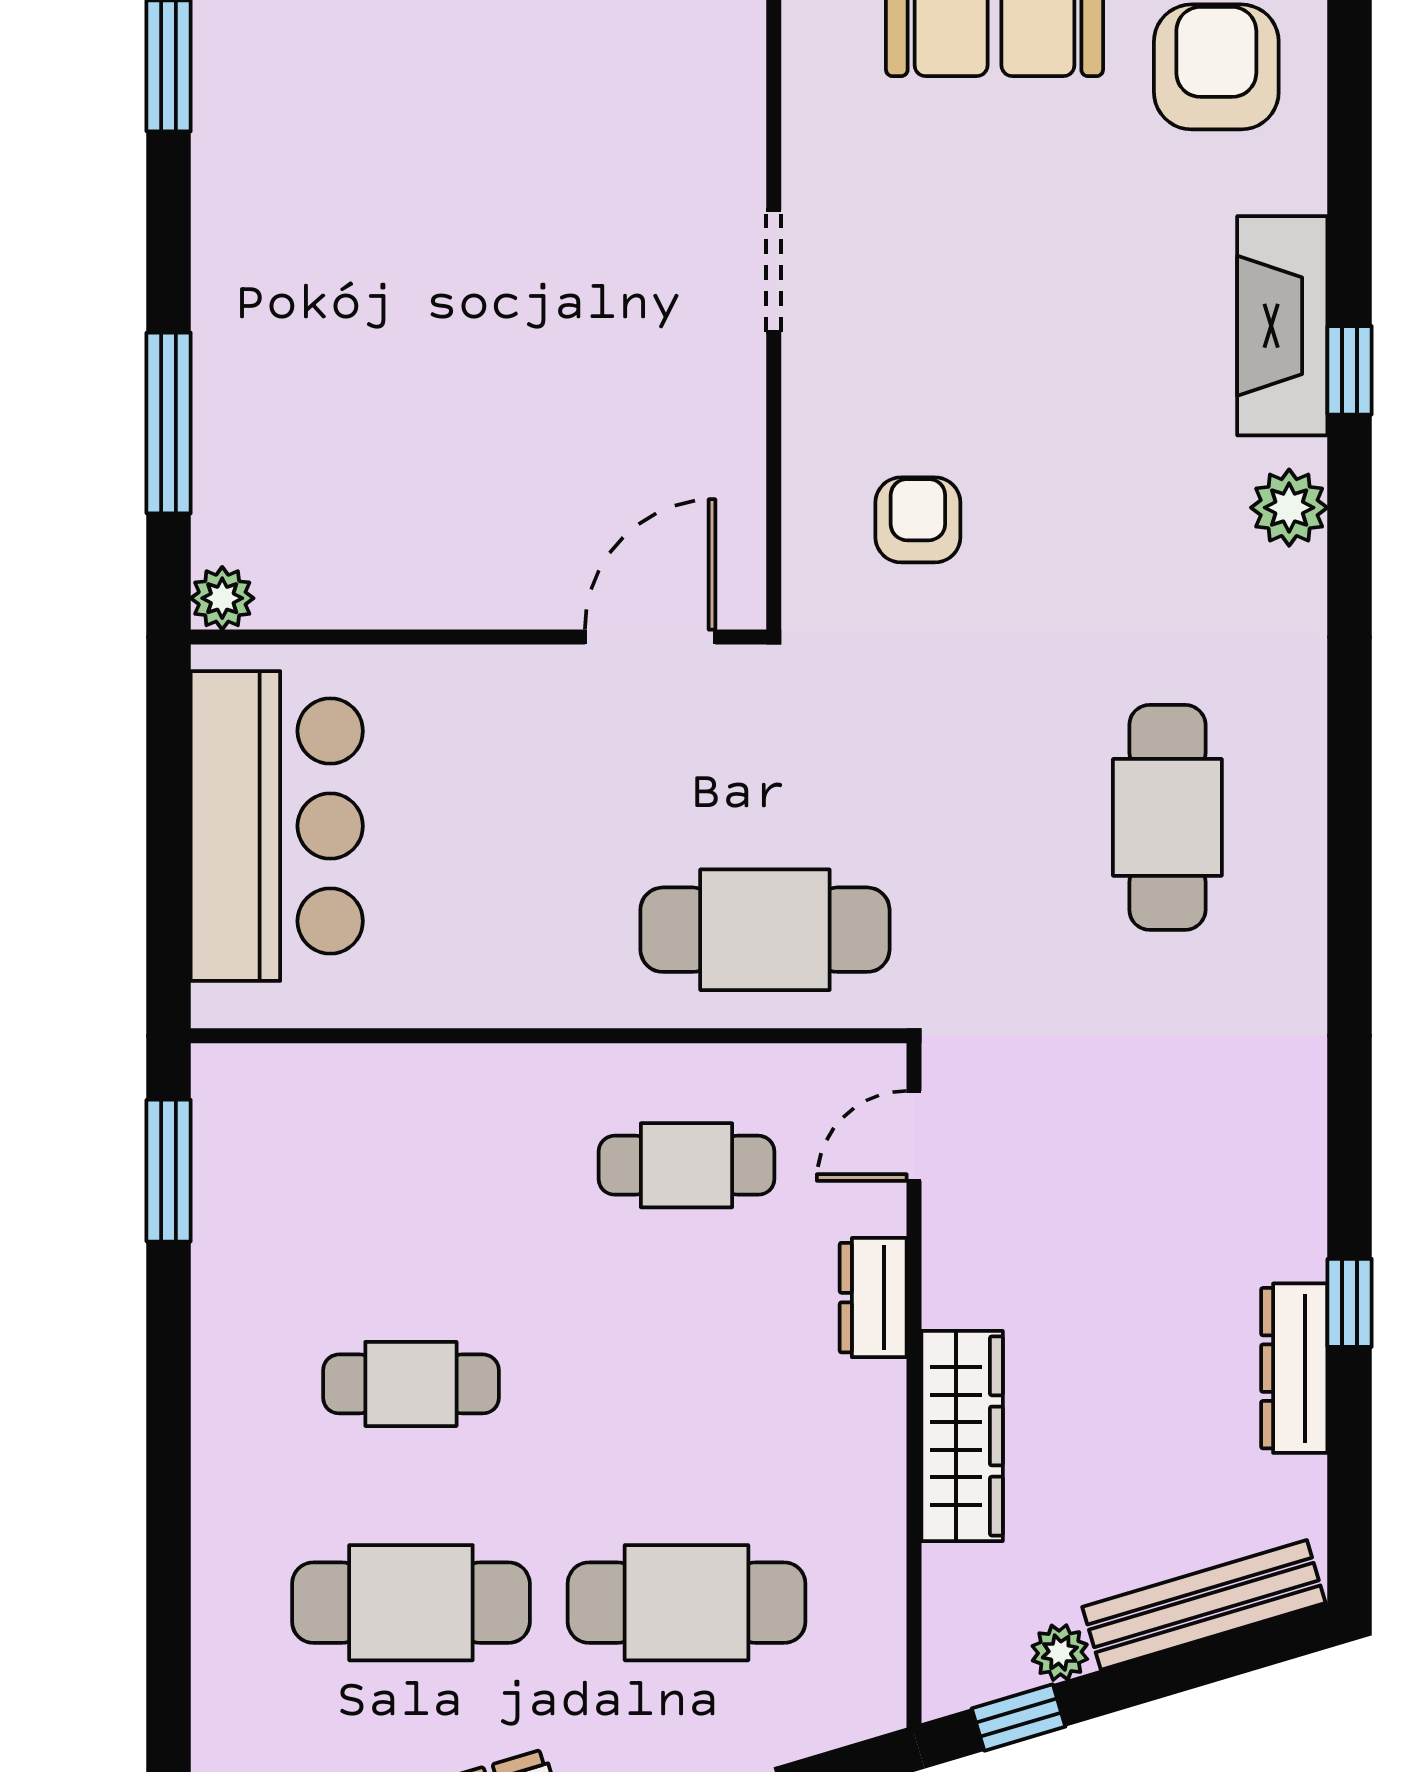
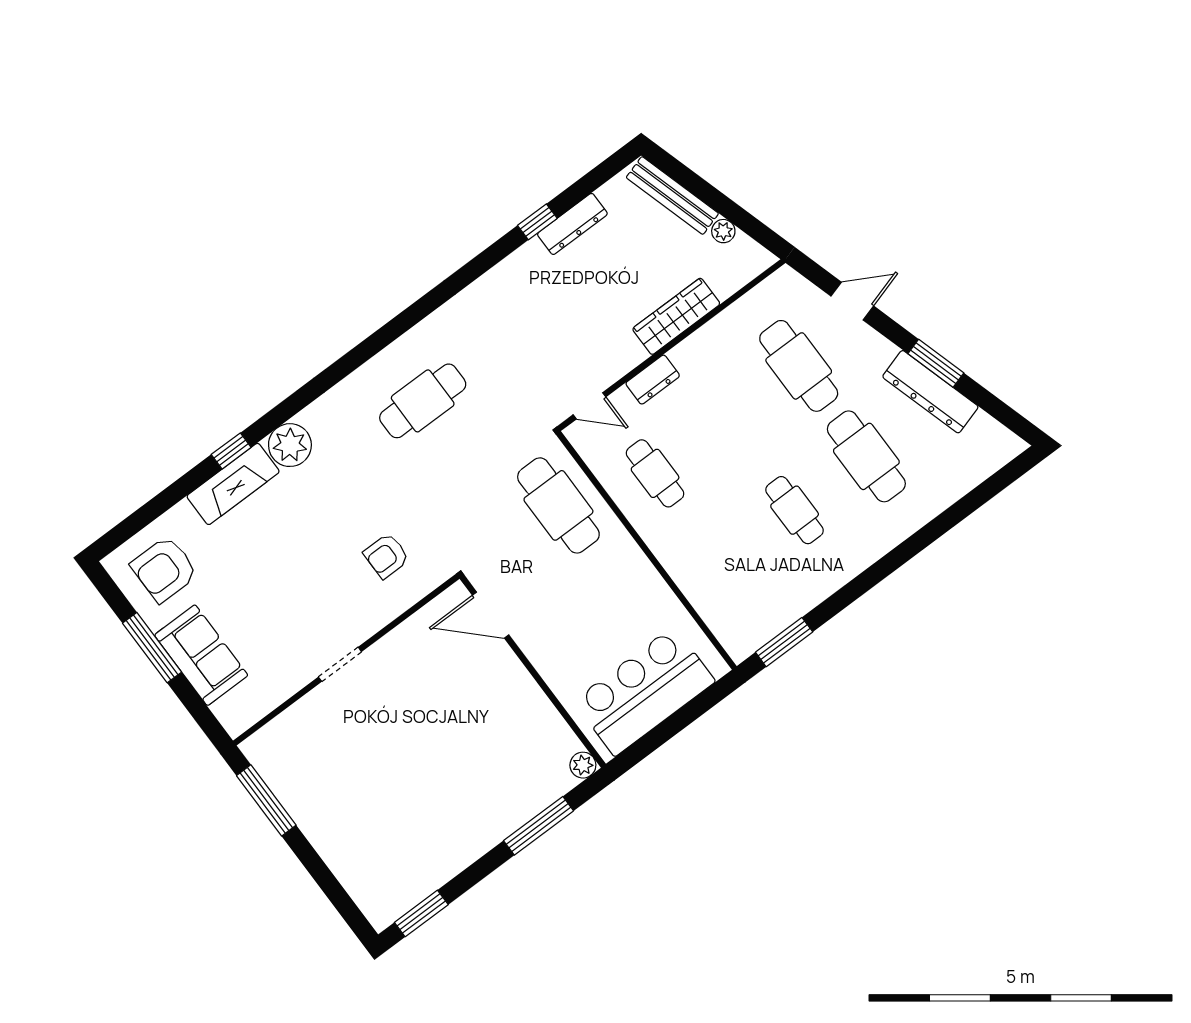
plant: (1289, 508) -> (290, 445), width x1.36, depth x1.36
window: (1019, 1718) -> (755, 229), removed

